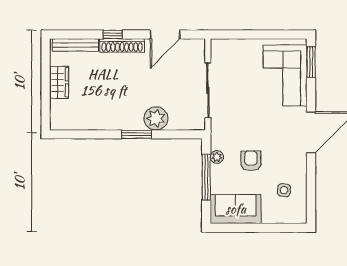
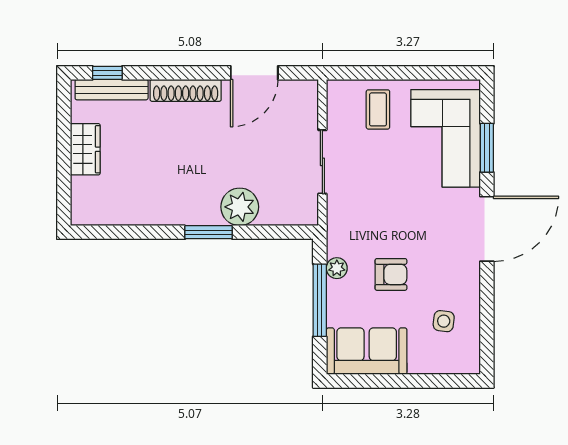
window: (113, 34) -> (107, 73), moved
coffee table: (243, 57) -> (378, 109), added
window: (311, 62) -> (487, 148), moved
sliding door: (208, 90) -> (322, 162), width x0.73
armchair: (251, 161) -> (391, 274), turned 90

